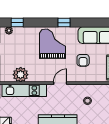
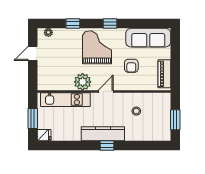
window: (17, 23) -> (73, 24), moved
plant: (21, 75) -> (83, 82), moved

